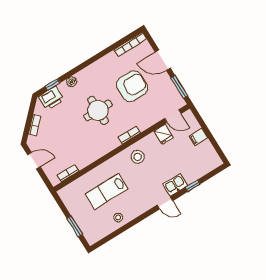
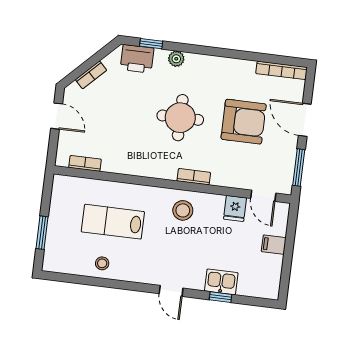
kitchen sink: (175, 185) -> (221, 282), moved

